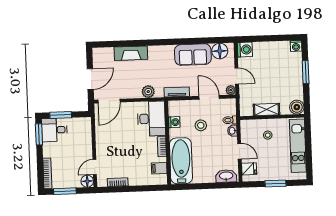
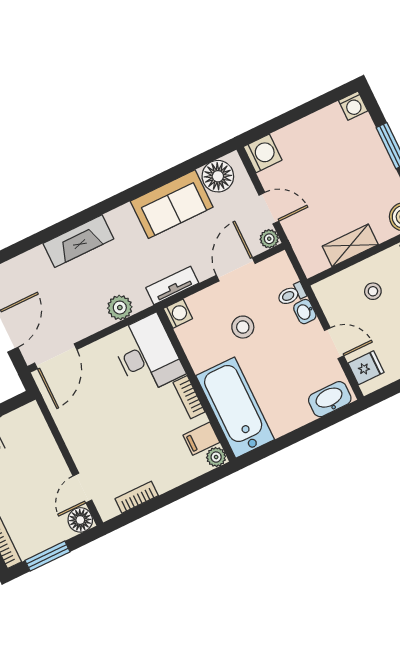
fireplace: (131, 53) -> (78, 241), moved
door: (209, 97) -> (236, 269), hinge flipped
washing machine: (174, 122) -> (178, 314), moved
plant: (162, 180) -> (216, 457), added

